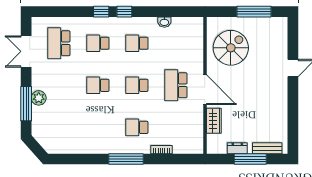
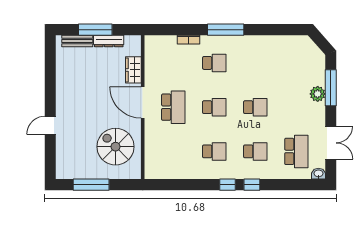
washbasin: (164, 22) -> (318, 174), moved
spiral stairs: (231, 48) -> (116, 147), turned 90
dresser: (237, 148) -> (109, 41), width x1.44

